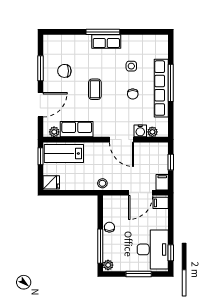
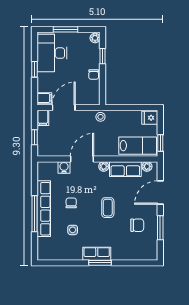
window: (103, 32) -> (100, 263), width x0.69
plant: (152, 132) -> (104, 166), moved
door: (121, 140) -> (82, 159), hinge flipped
window: (100, 246) -> (102, 56), width x0.46
window: (171, 253) -> (34, 69), moved

